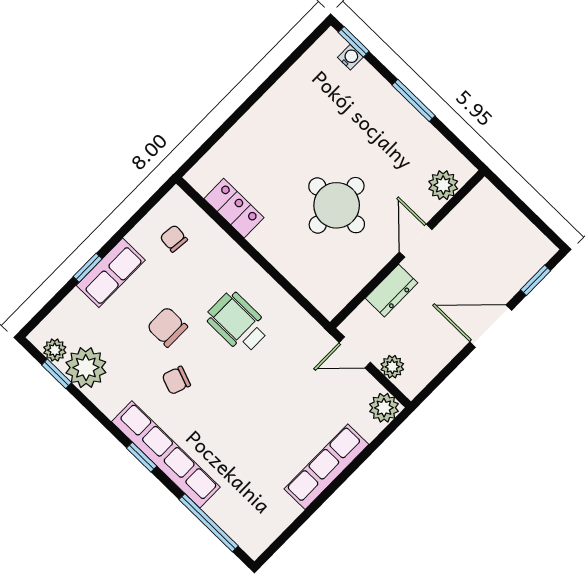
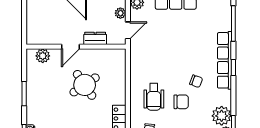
round table: (337, 205) -> (85, 85), turned -34
wheelchair: (238, 322) -> (154, 97), moved
chair: (167, 327) -> (181, 102), turned -90
door: (355, 352) -> (128, 30), hinge flipped

